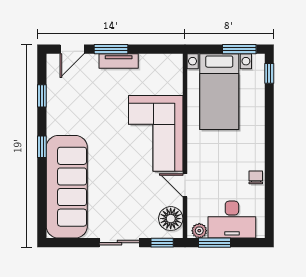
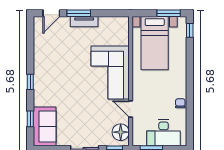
window: (42, 96) -> (30, 119), moved
sofa: (67, 187) -> (45, 126), width x0.54, depth x0.79
plant: (199, 231) -> (141, 141), removed

